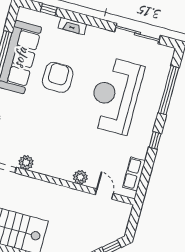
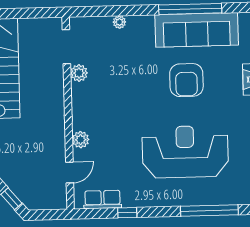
armchair: (58, 77) -> (186, 80), turned 90
window: (155, 140) -> (127, 213), moved

